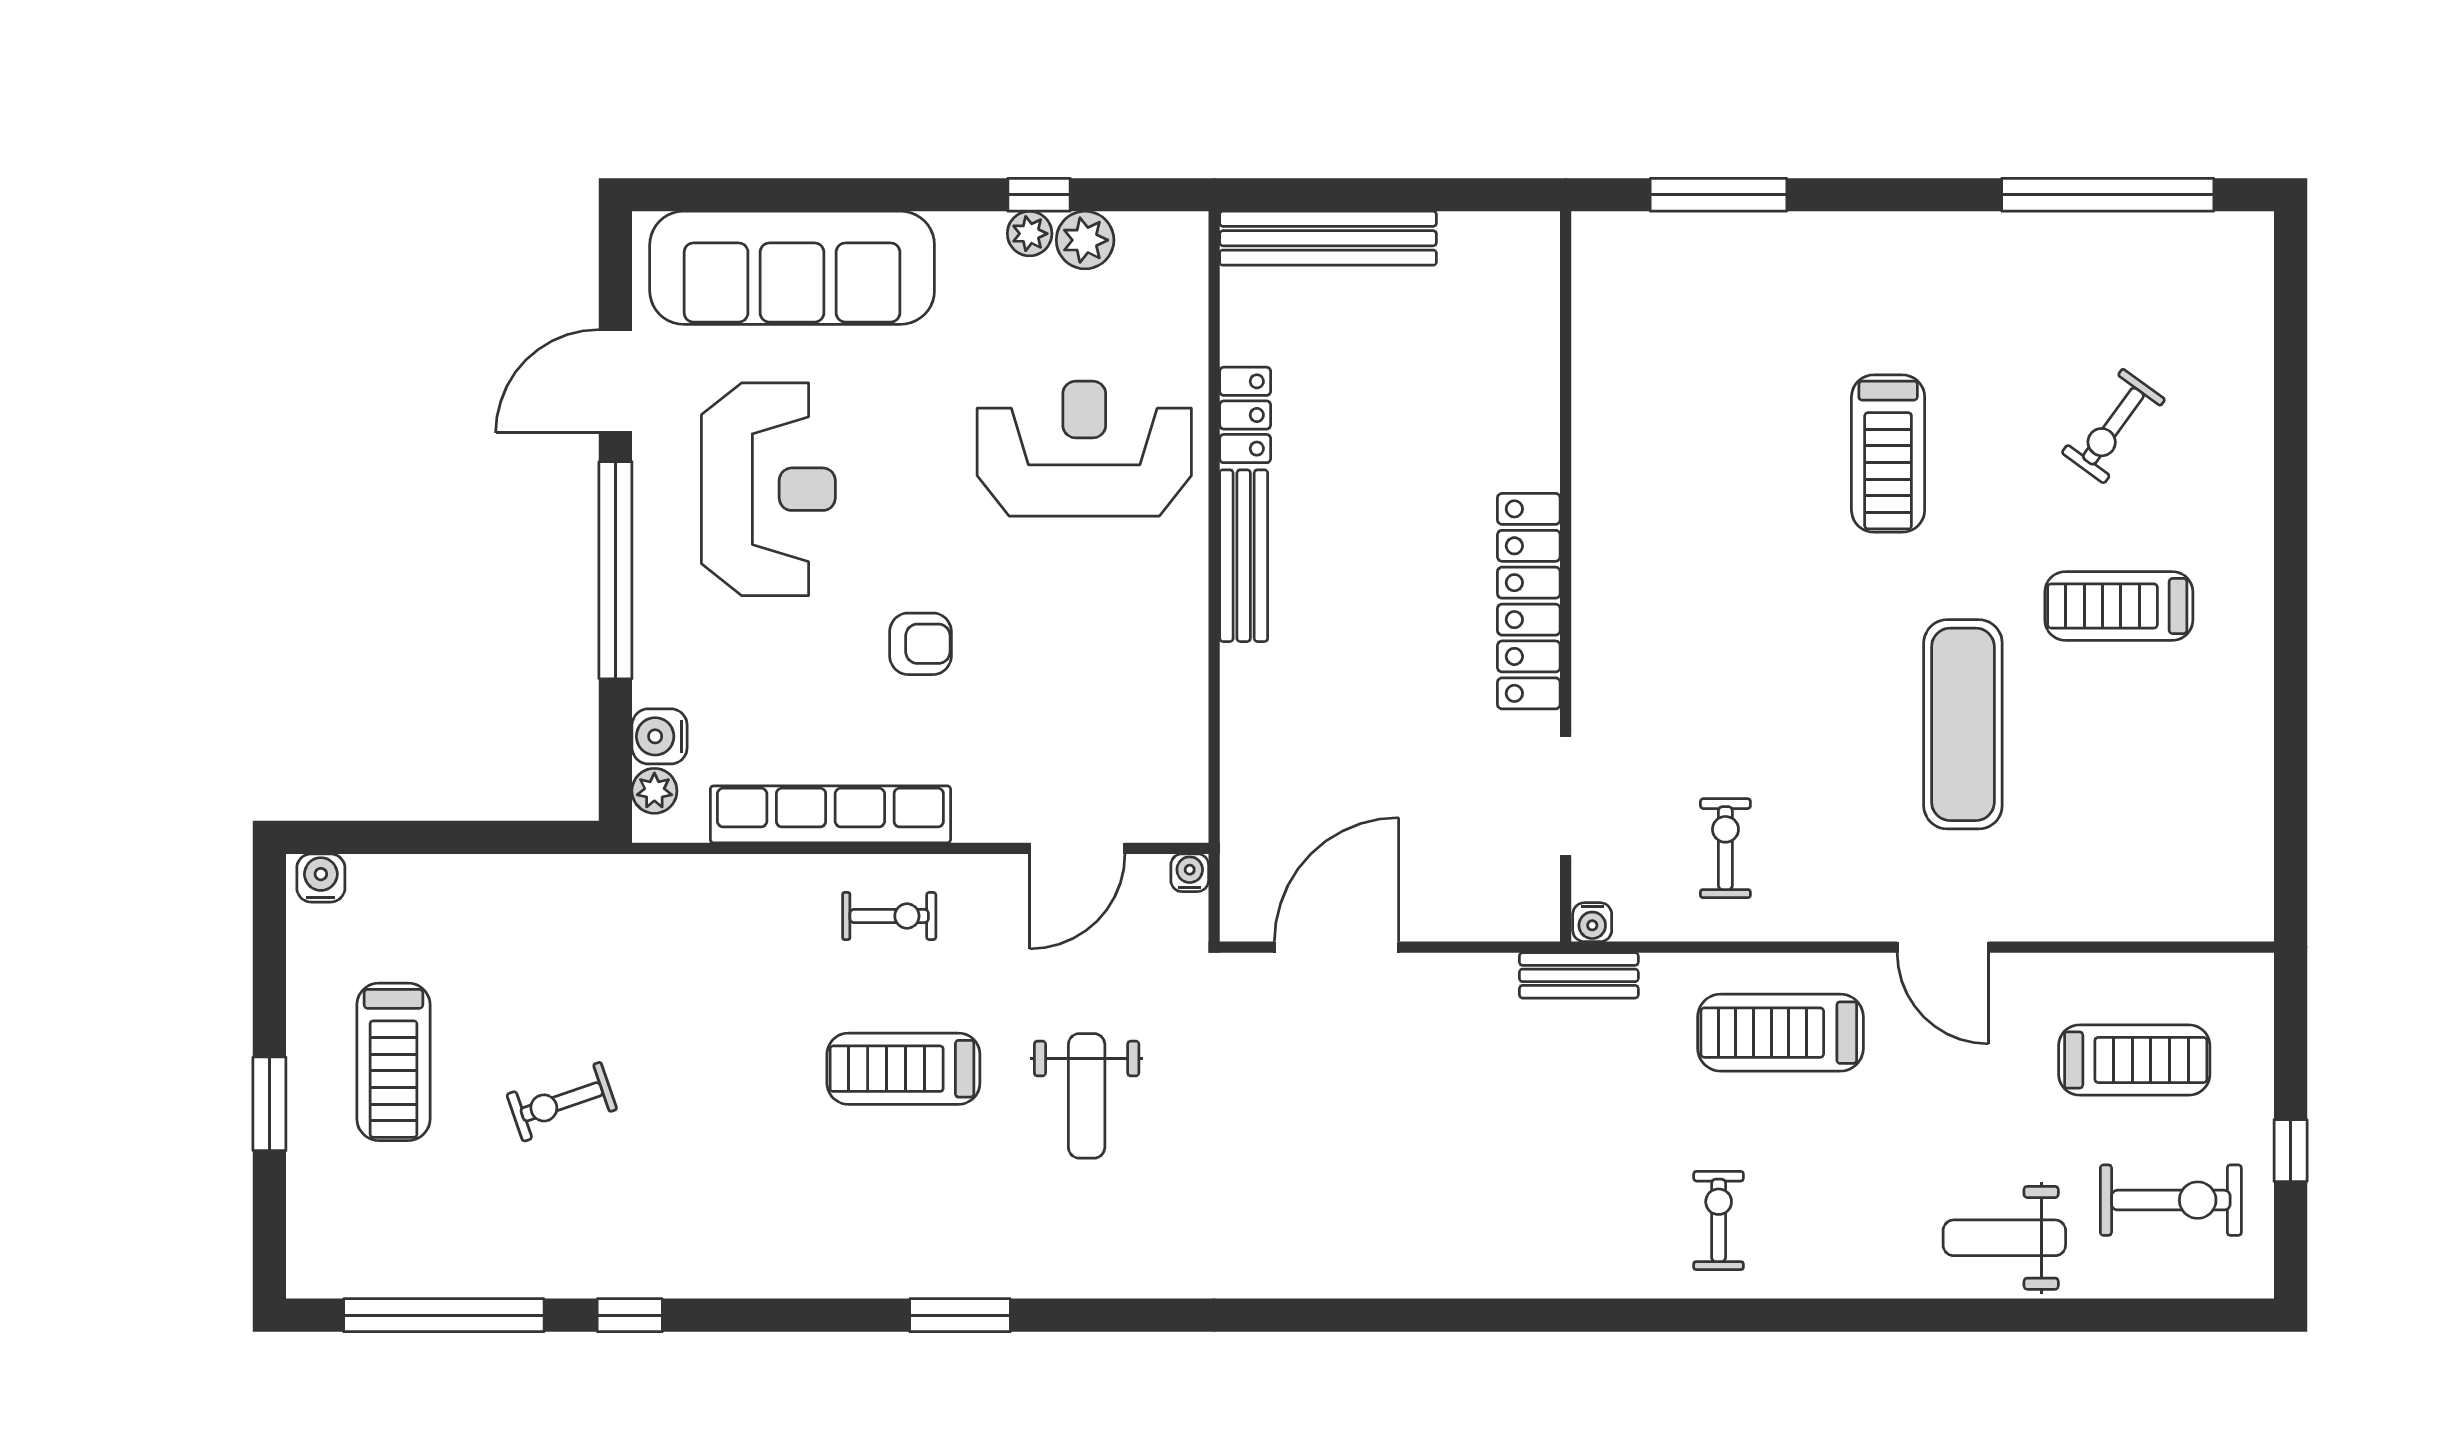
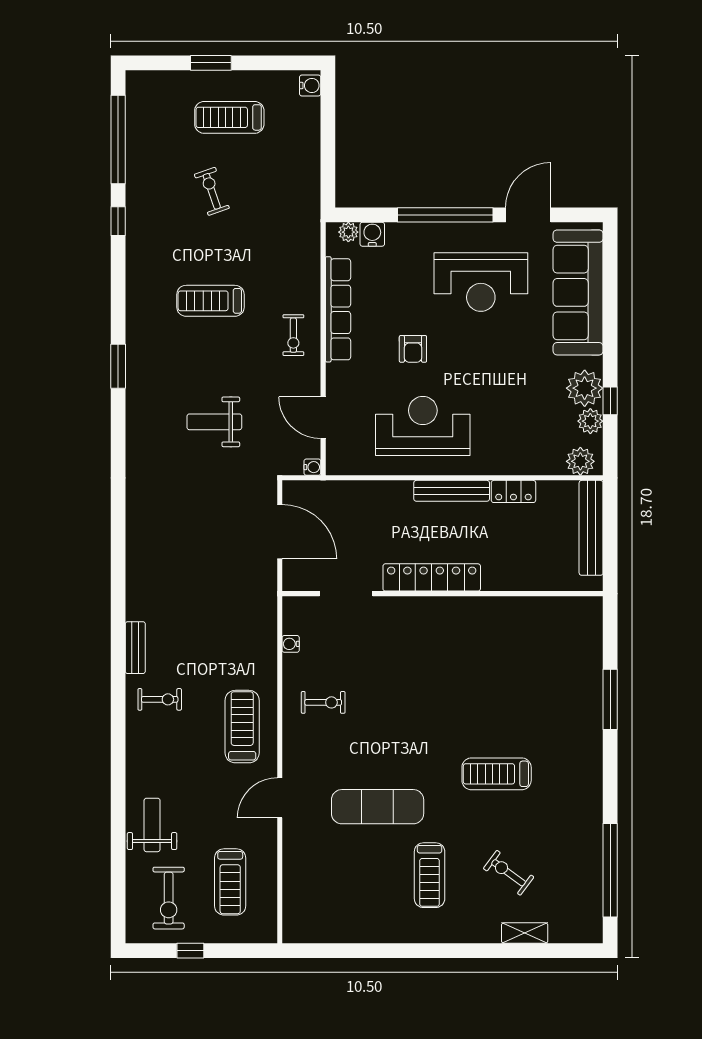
plant: (1030, 234) -> (585, 388), width x1.87, depth x1.87
plant: (1176, 263) -> (580, 461), added
door: (615, 381) -> (528, 215), hinge flipped
shelving: (2250, 390) -> (525, 933), added
reception desk: (1084, 449) -> (423, 426), moved, turned -90
wall: (1566, 576) -> (443, 594), moved
locker: (1529, 601) -> (432, 577), moved
treadmill: (2119, 606) -> (430, 875), turned 180
doorway: (1566, 796) -> (346, 594), moved
bench: (1579, 975) -> (135, 648), moved
treadmill: (903, 1069) -> (210, 301), moved, turned -90

